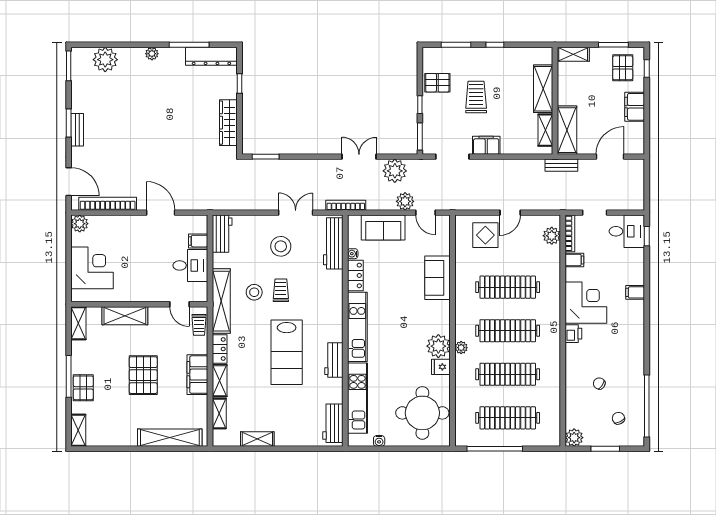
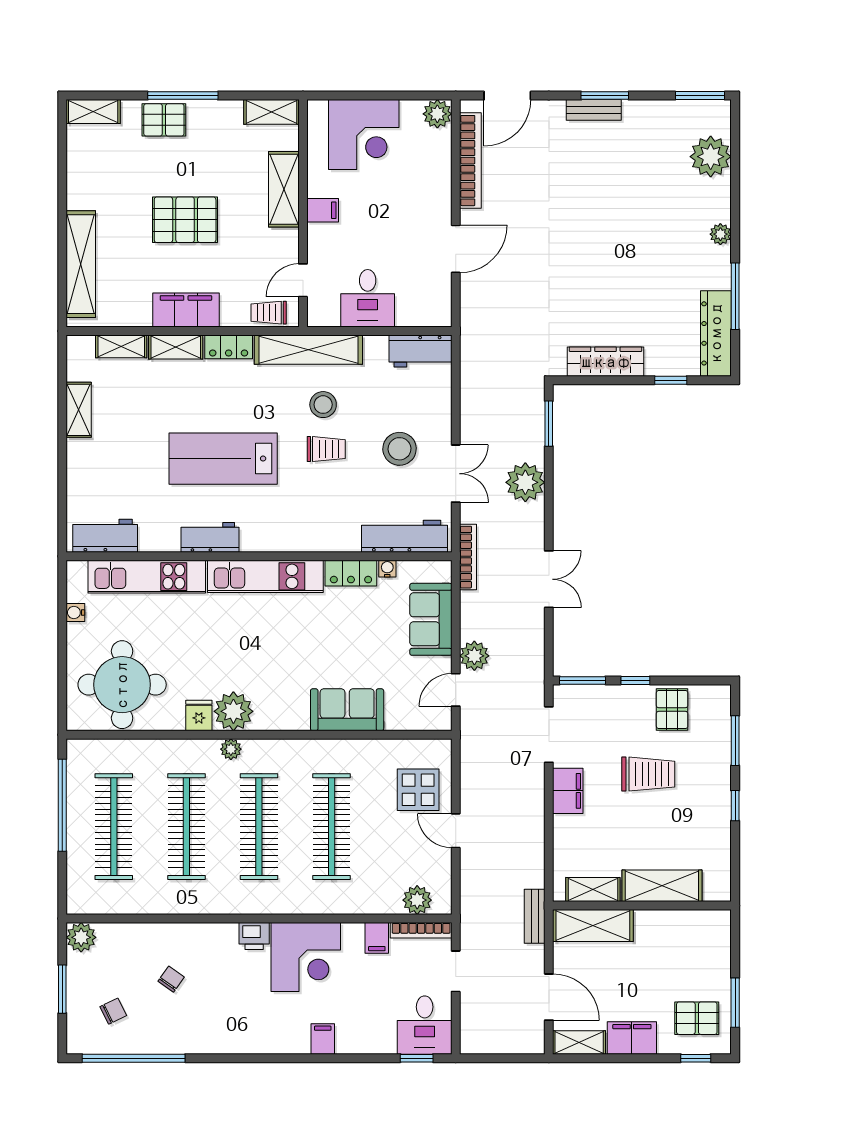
shelving: (573, 54) -> (579, 1042), moved, turned 90
plant: (395, 171) -> (525, 482), moved
filing cabinet: (198, 241) -> (323, 210), moved, turned 90

